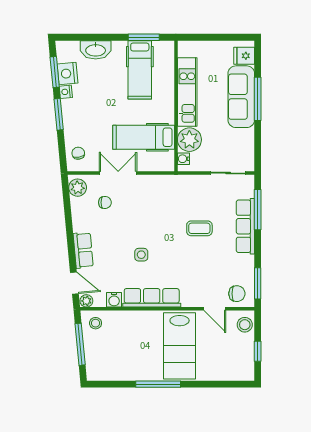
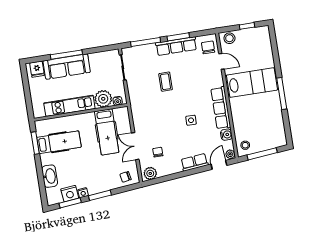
row of seats: (245, 226) -> (176, 46), moved
window: (258, 283) -> (178, 37), moved
door: (215, 309) -> (221, 61), hinge flipped

